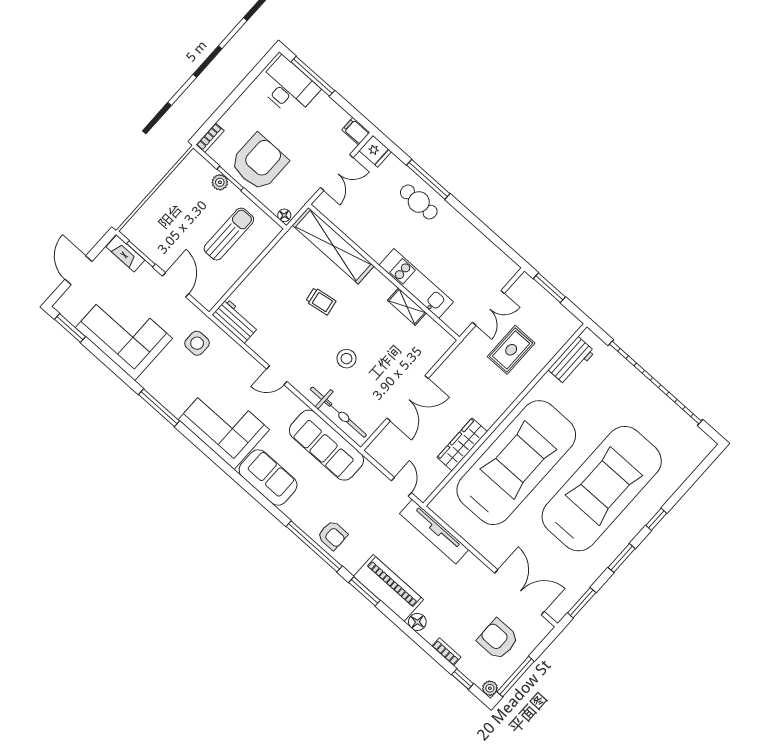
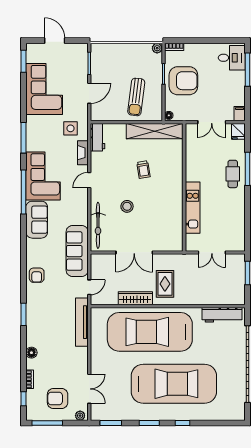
desk: (288, 87) -> (232, 58), width x0.73
plant: (220, 182) -> (157, 48), moved
sun lounger: (229, 234) -> (136, 97), turned 97
shelving: (333, 246) -> (155, 131), moved, turned 90
fireplace: (125, 253) -> (83, 153), moved
door: (78, 270) -> (55, 41), hinge flipped
shelving: (407, 307) -> (178, 213), removed
rug: (511, 350) -> (165, 284), moved, turned 90
workbench: (571, 361) -> (222, 315), width x1.38
door: (277, 375) -> (89, 180), hinge flipped
sofa: (326, 445) -> (77, 251), moved
car: (516, 463) -> (150, 332), turned 180
window: (314, 546) -> (23, 192), moved
piano: (389, 588) -> (35, 324), removed
double door: (519, 592) -> (89, 389), width x0.73
armchair: (498, 639) -> (58, 398), turned -90
plant: (490, 688) -> (80, 416), moved

